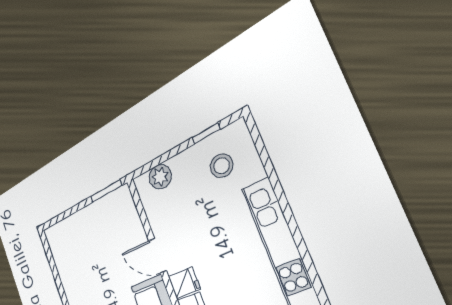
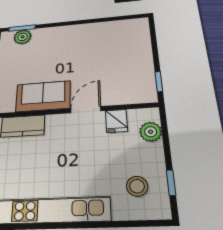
window: (106, 191) -> (159, 82), width x0.67
fridge: (184, 283) -> (116, 121), moved

